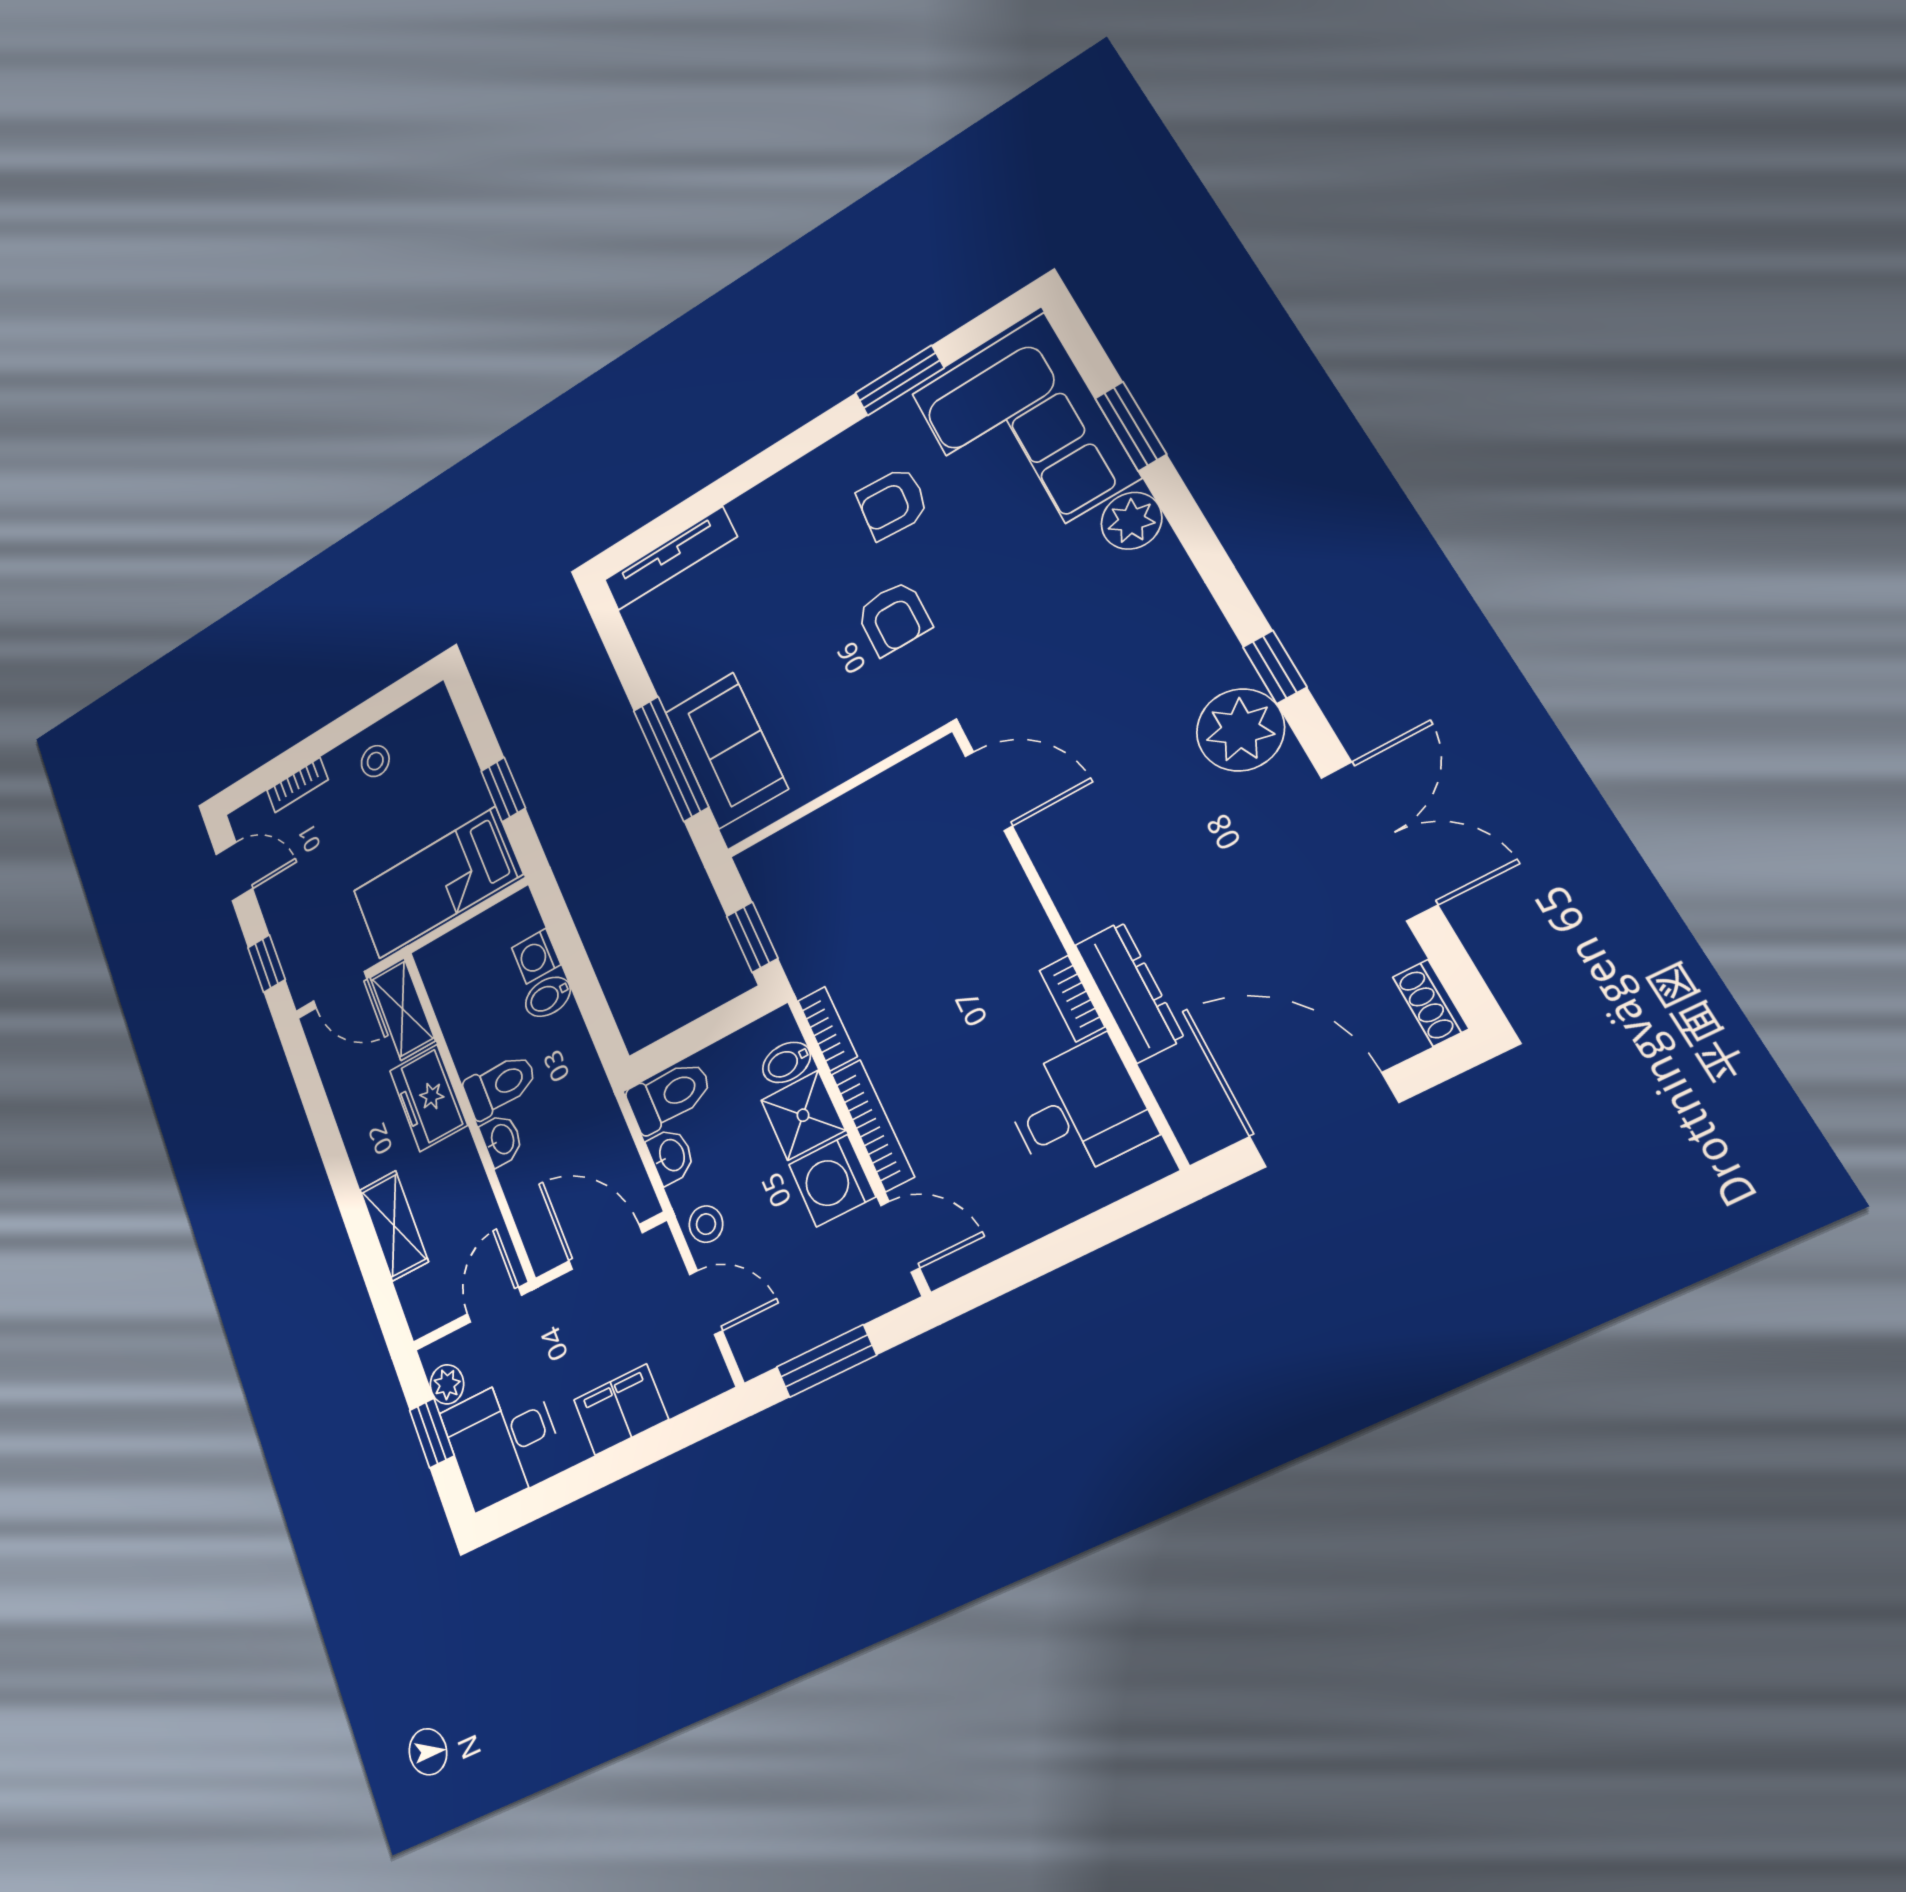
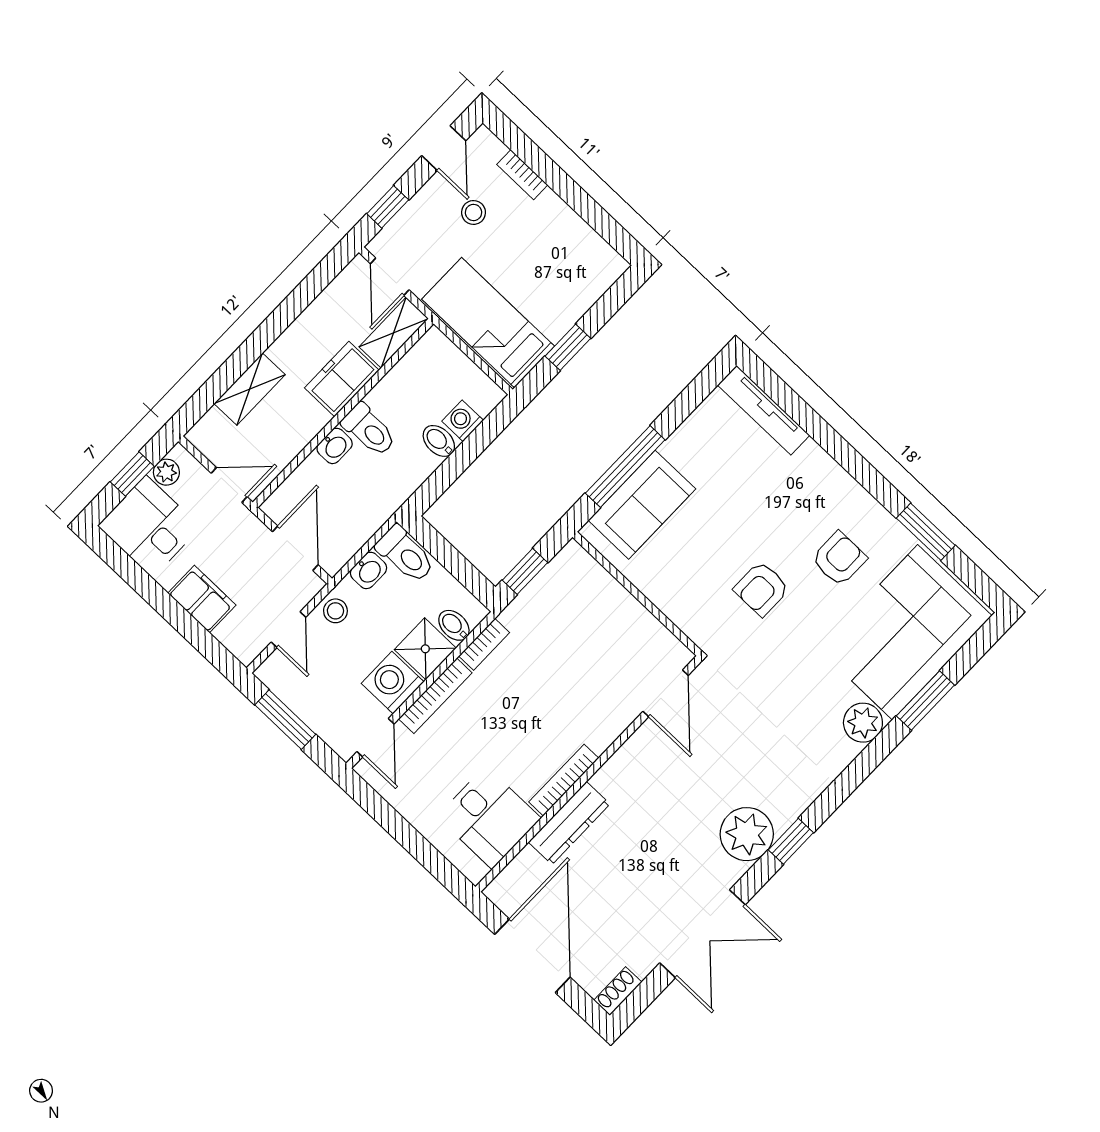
armchair: (892, 503) -> (839, 559), turned 86
stool: (375, 761) -> (474, 212), moved
bookcase: (1072, 999) -> (564, 780), width x1.56

